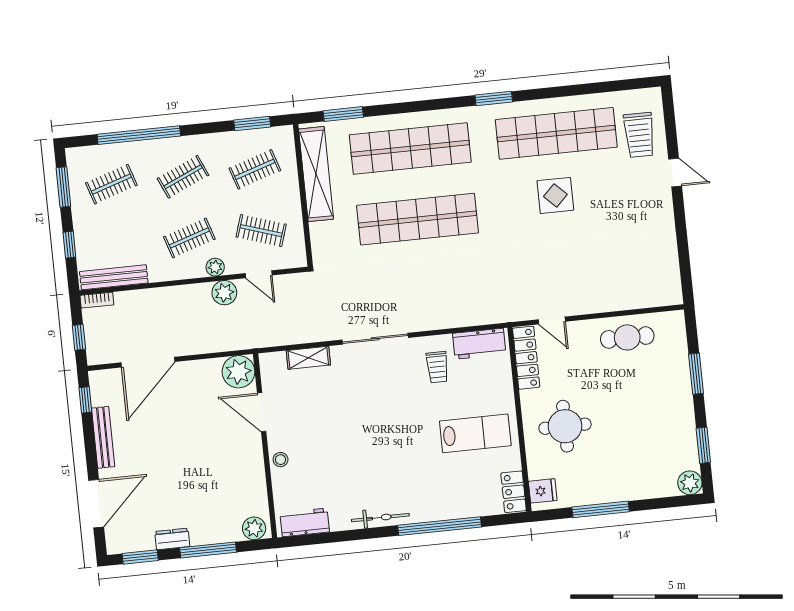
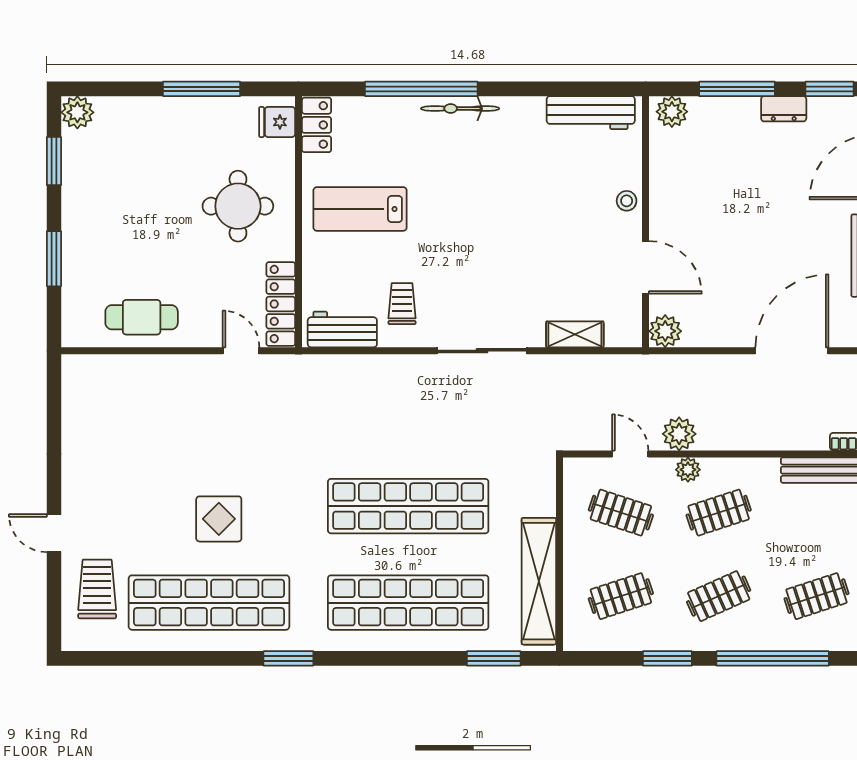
window: (252, 123) -> (667, 658), moved
plant: (238, 372) -> (665, 331), width x0.73, depth x0.73
bicycle: (380, 518) -> (460, 109), moved
workbench: (305, 522) -> (591, 113), width x1.38

